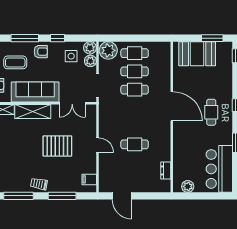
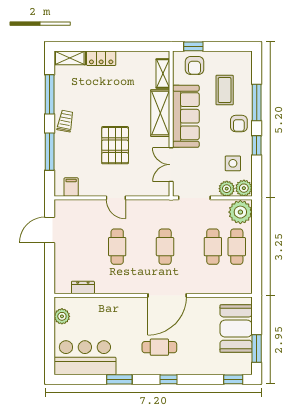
cafe table: (135, 90) -> (165, 247), moved
door: (97, 145) -> (116, 198), hinge flipped

